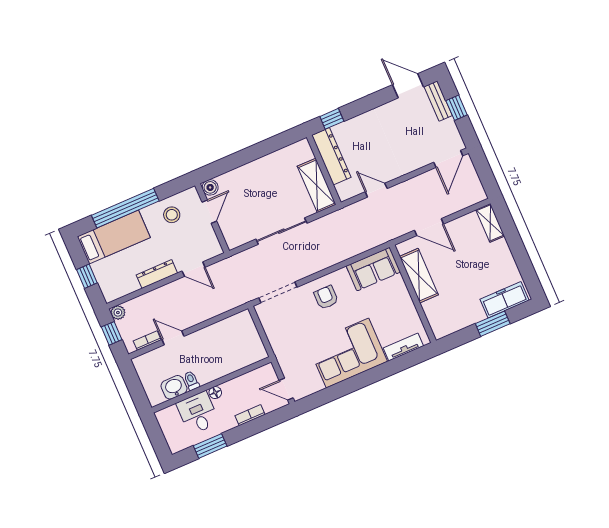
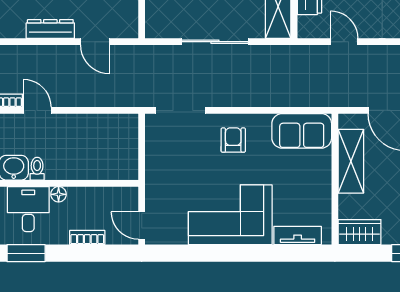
wardrobe: (448, 325) -> (360, 232), added

